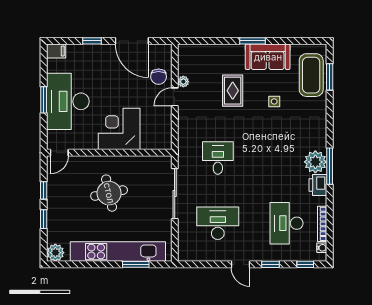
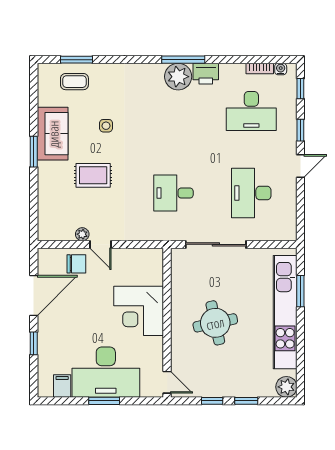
filing cabinet: (56, 51) -> (62, 386), moved
coffee table: (311, 75) -> (74, 82), width x0.54, depth x0.58
bookcase: (322, 224) -> (260, 69), width x0.64

